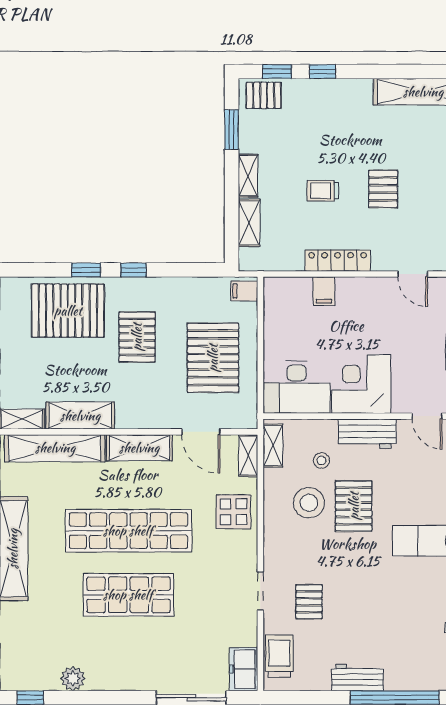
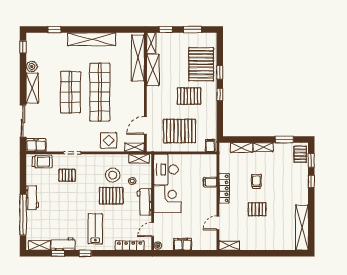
shelving: (139, 448) -> (32, 88), moved

